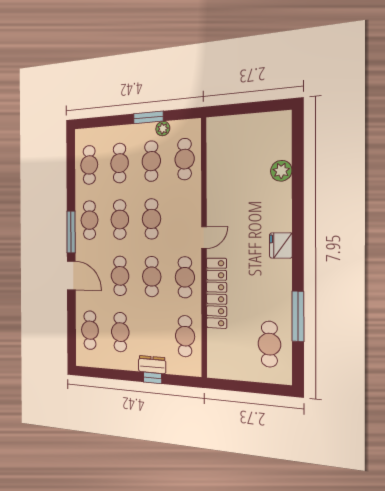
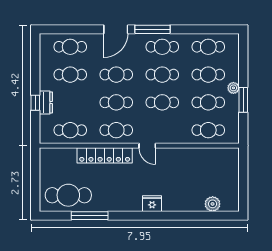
plant: (163, 129) -> (233, 88), moved
plant: (281, 171) -> (213, 204), moved
fridge: (281, 246) -> (152, 204), moved
cafe table: (269, 344) -> (68, 195), width x1.37, depth x1.35

